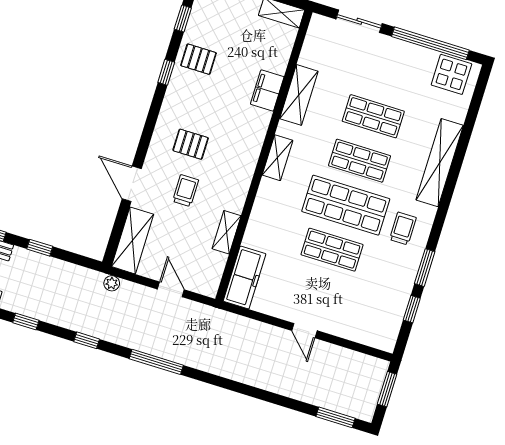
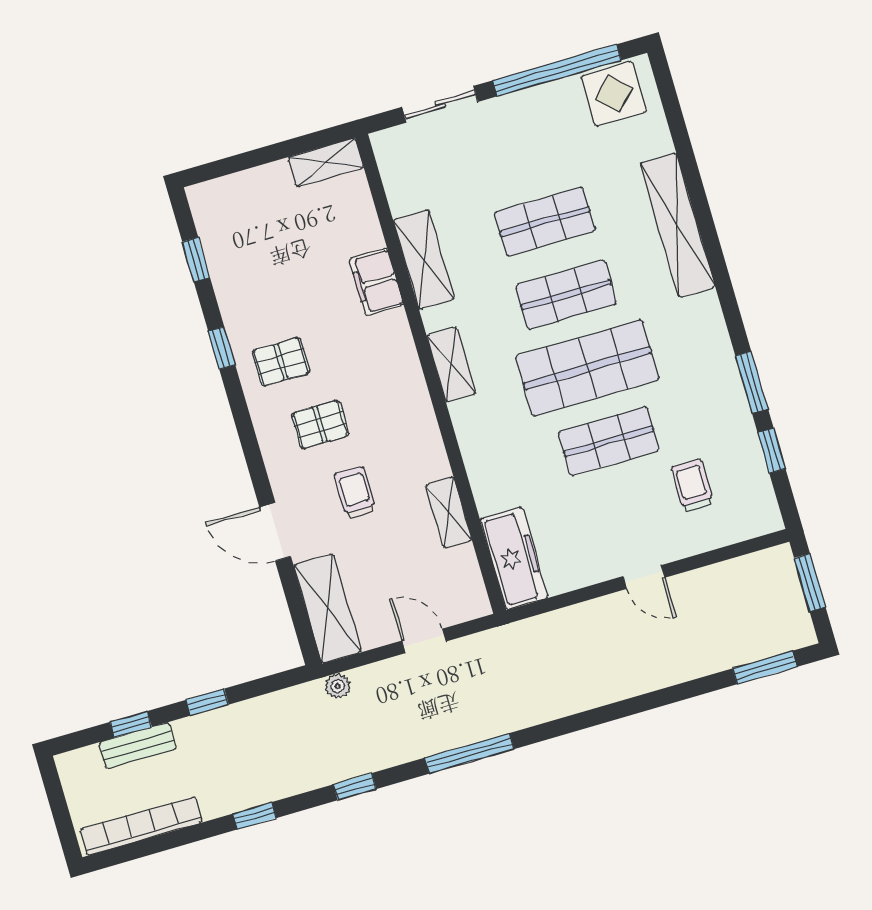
pallet: (199, 59) -> (281, 362), moved
trolley: (403, 228) -> (692, 486), moved

